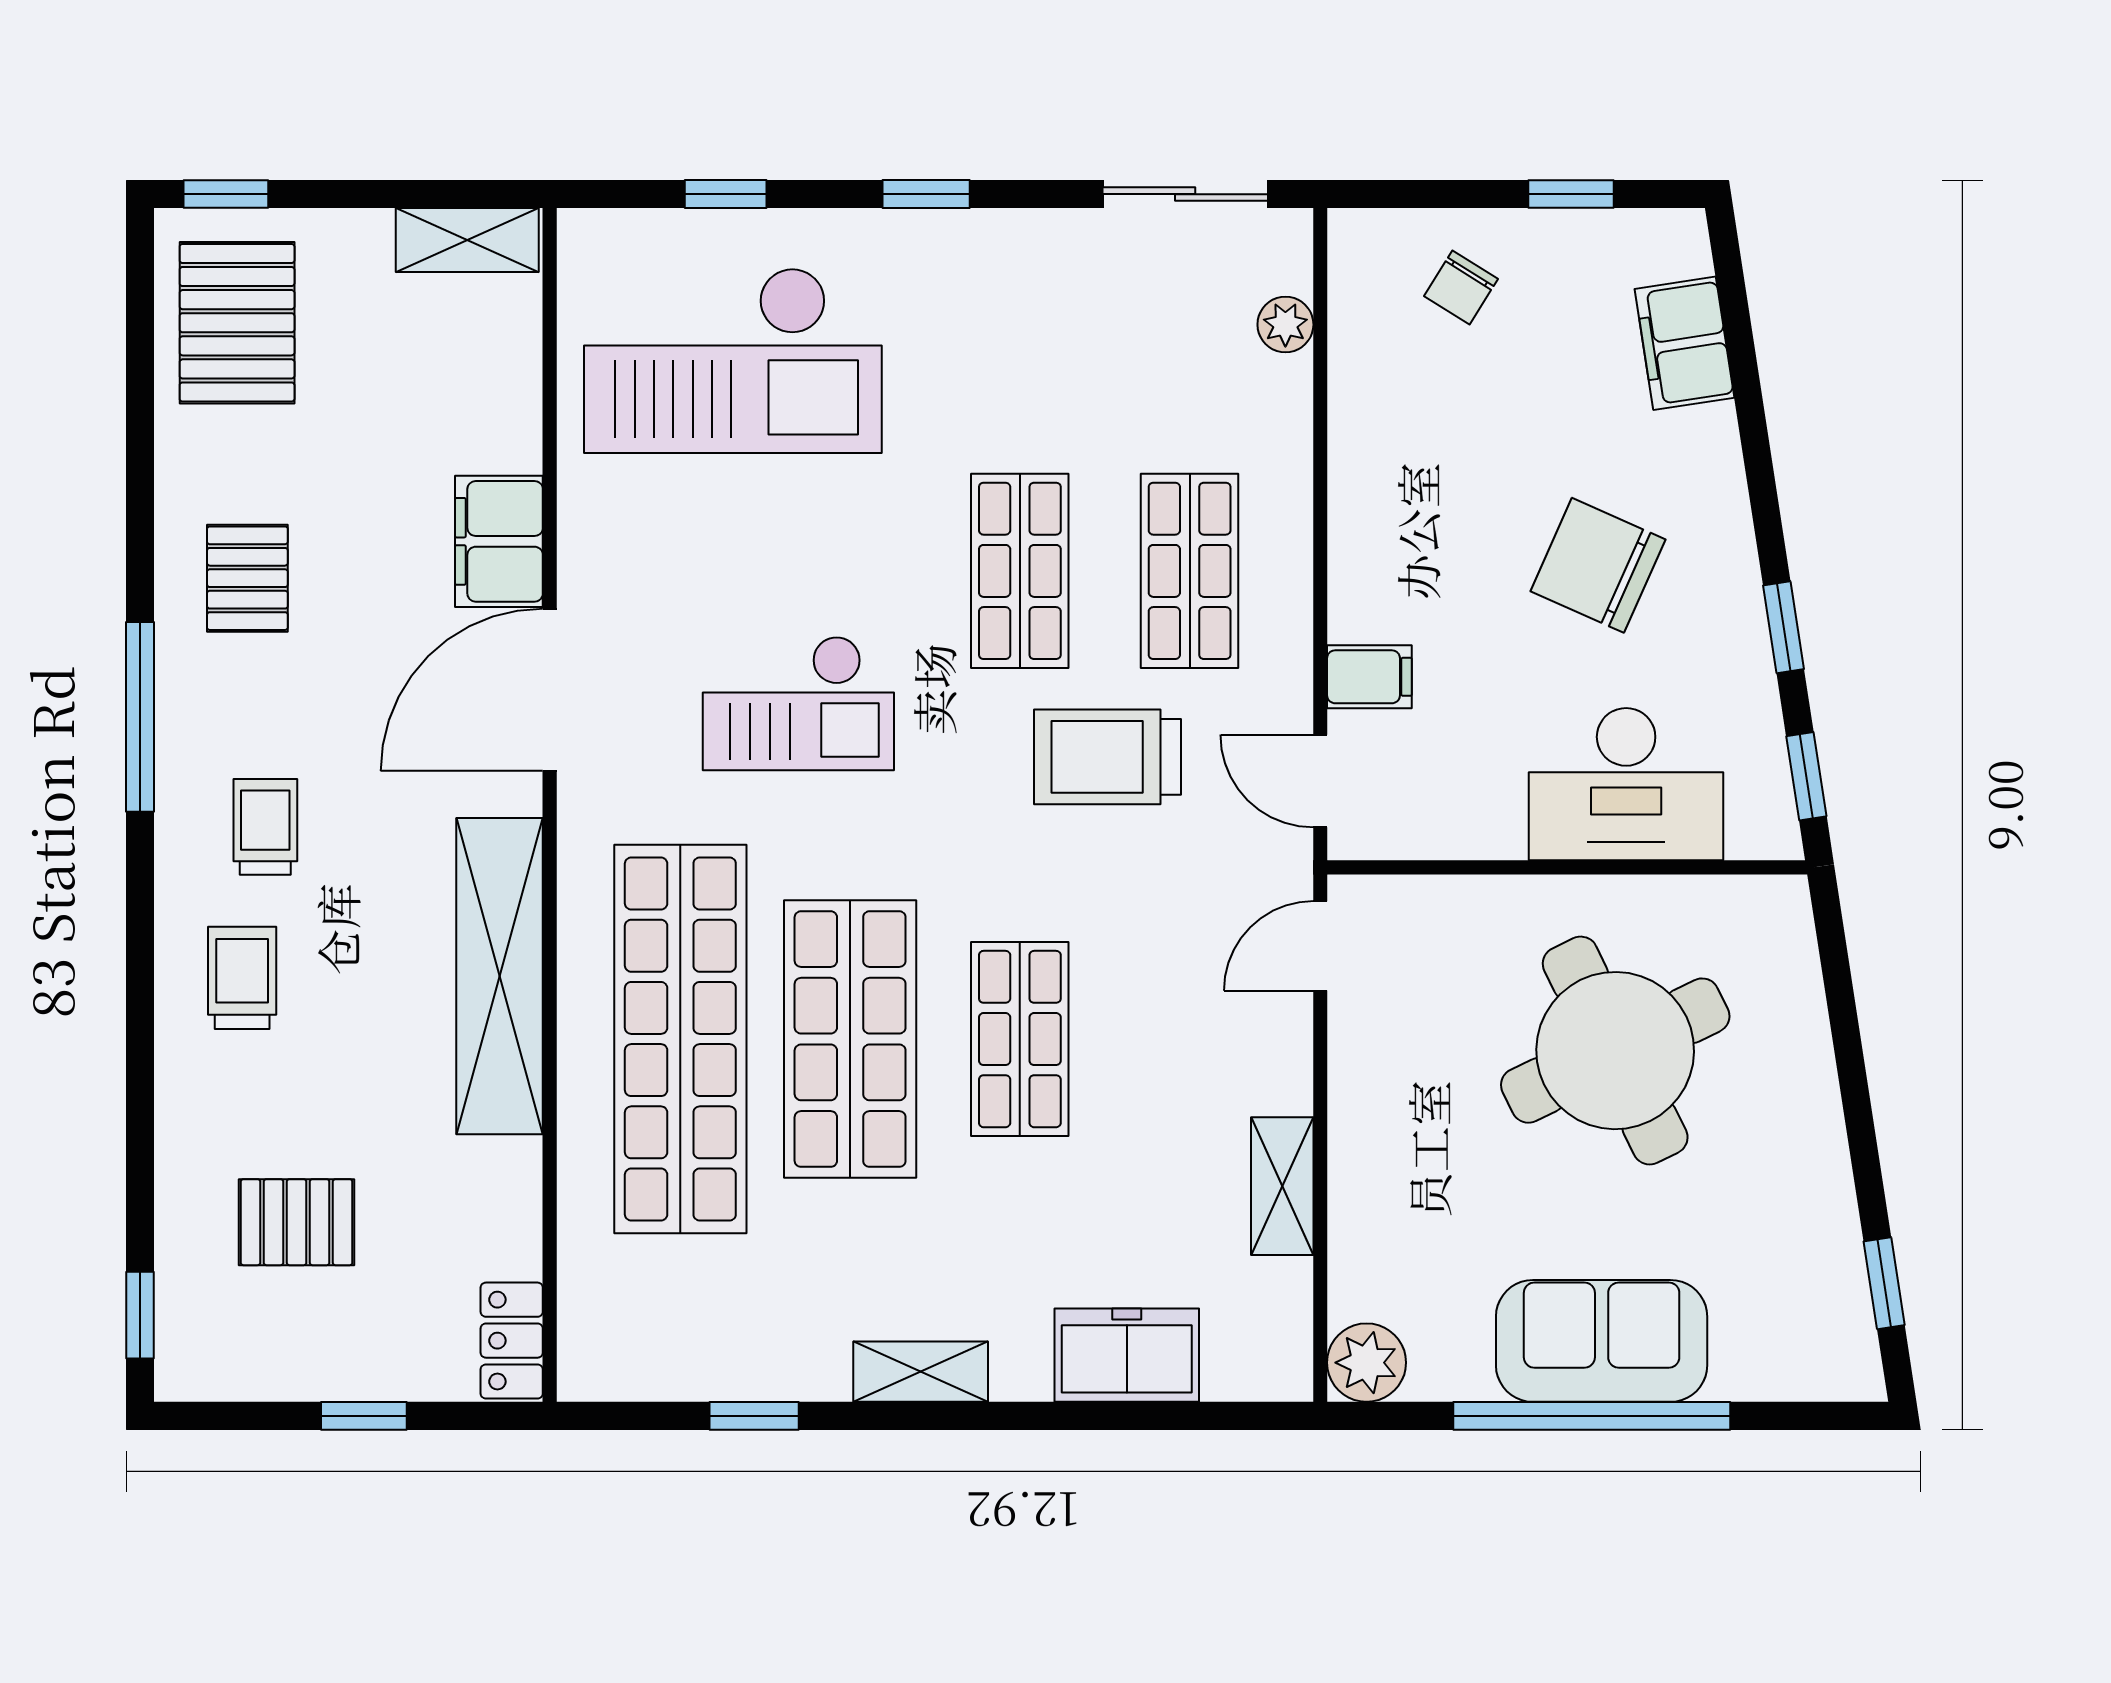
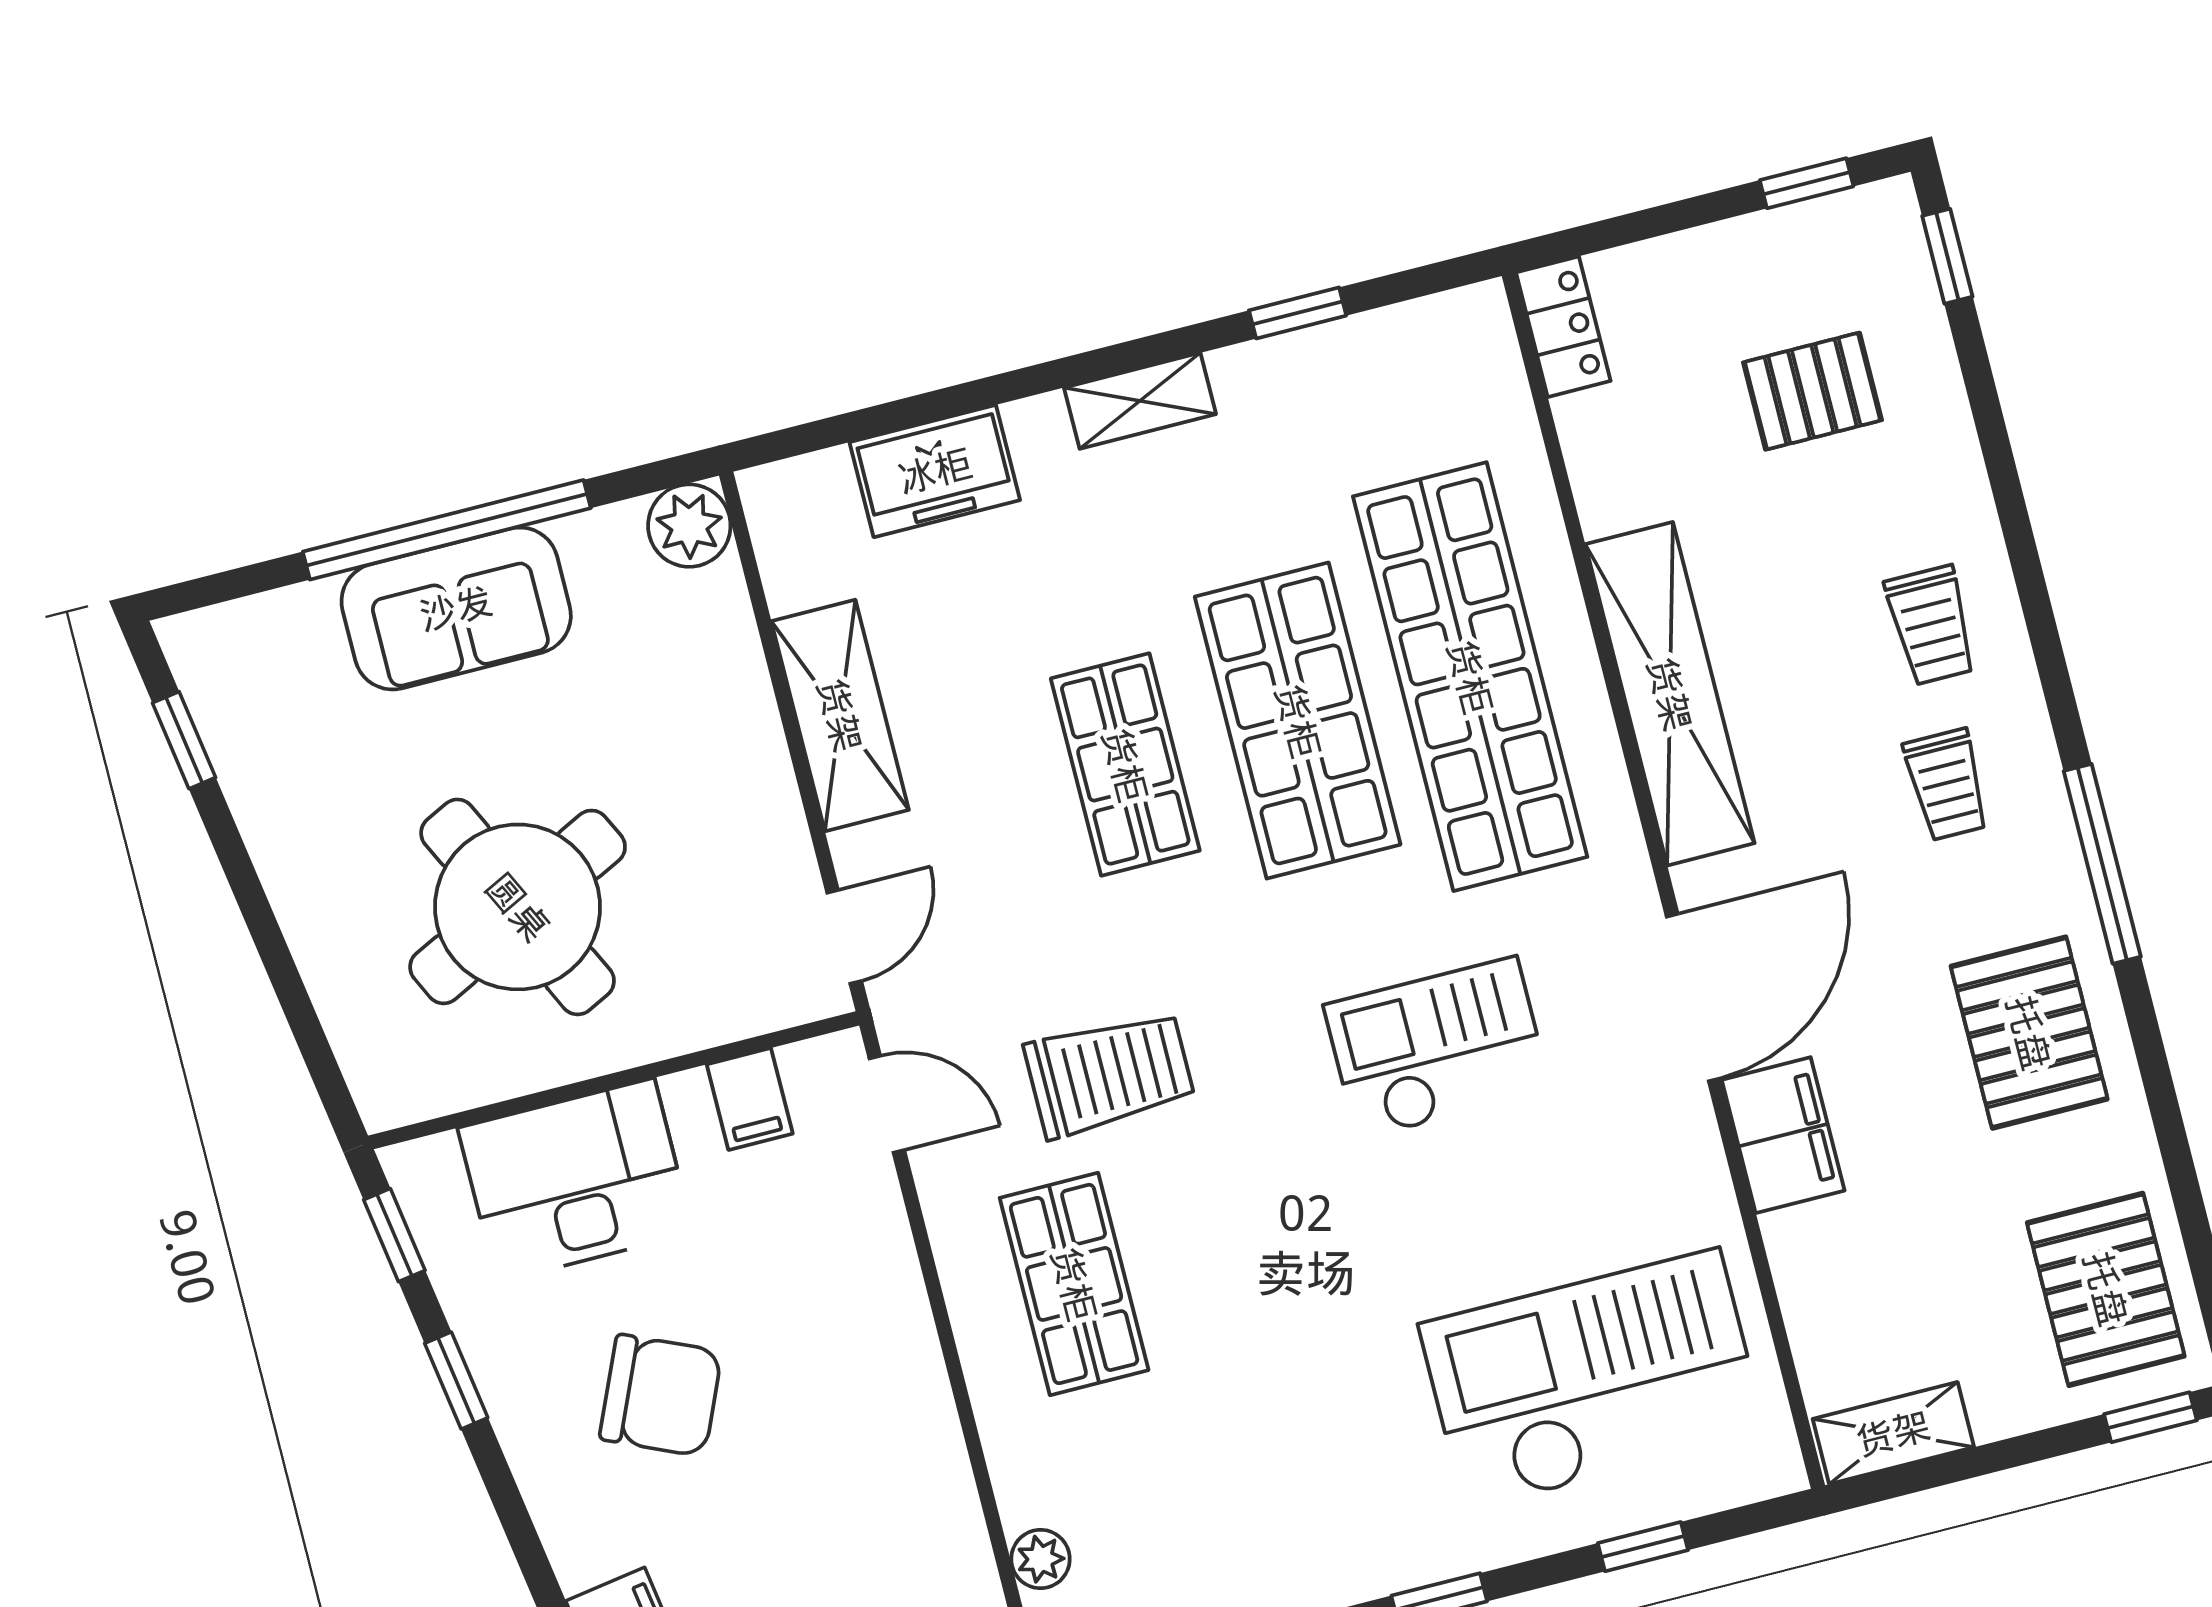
shop shelf: (1020, 571) -> (1246, 1240), removed
pallet: (247, 578) -> (2029, 1033), width x1.50, depth x1.42
filing cabinet: (1369, 677) -> (750, 1099), moved, turned -90
shelving: (1282, 1186) -> (840, 715), width x1.50, depth x1.33
window: (364, 1416) -> (1807, 183), moved

